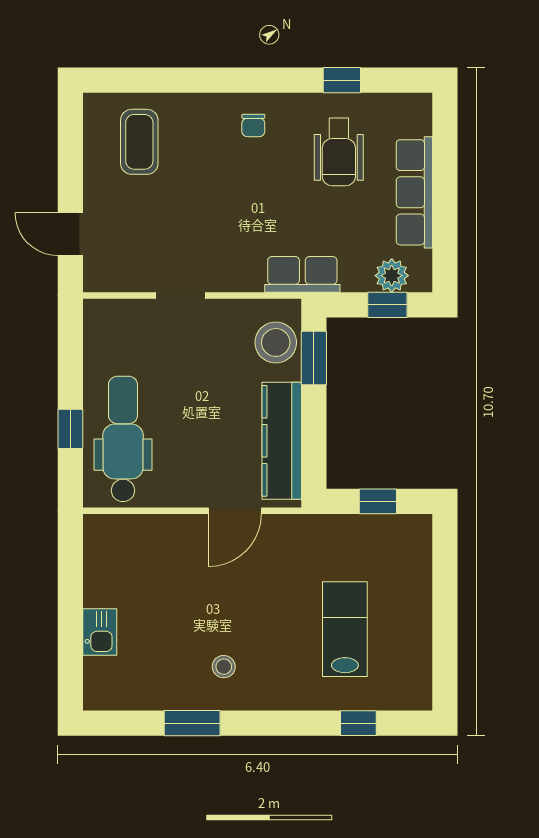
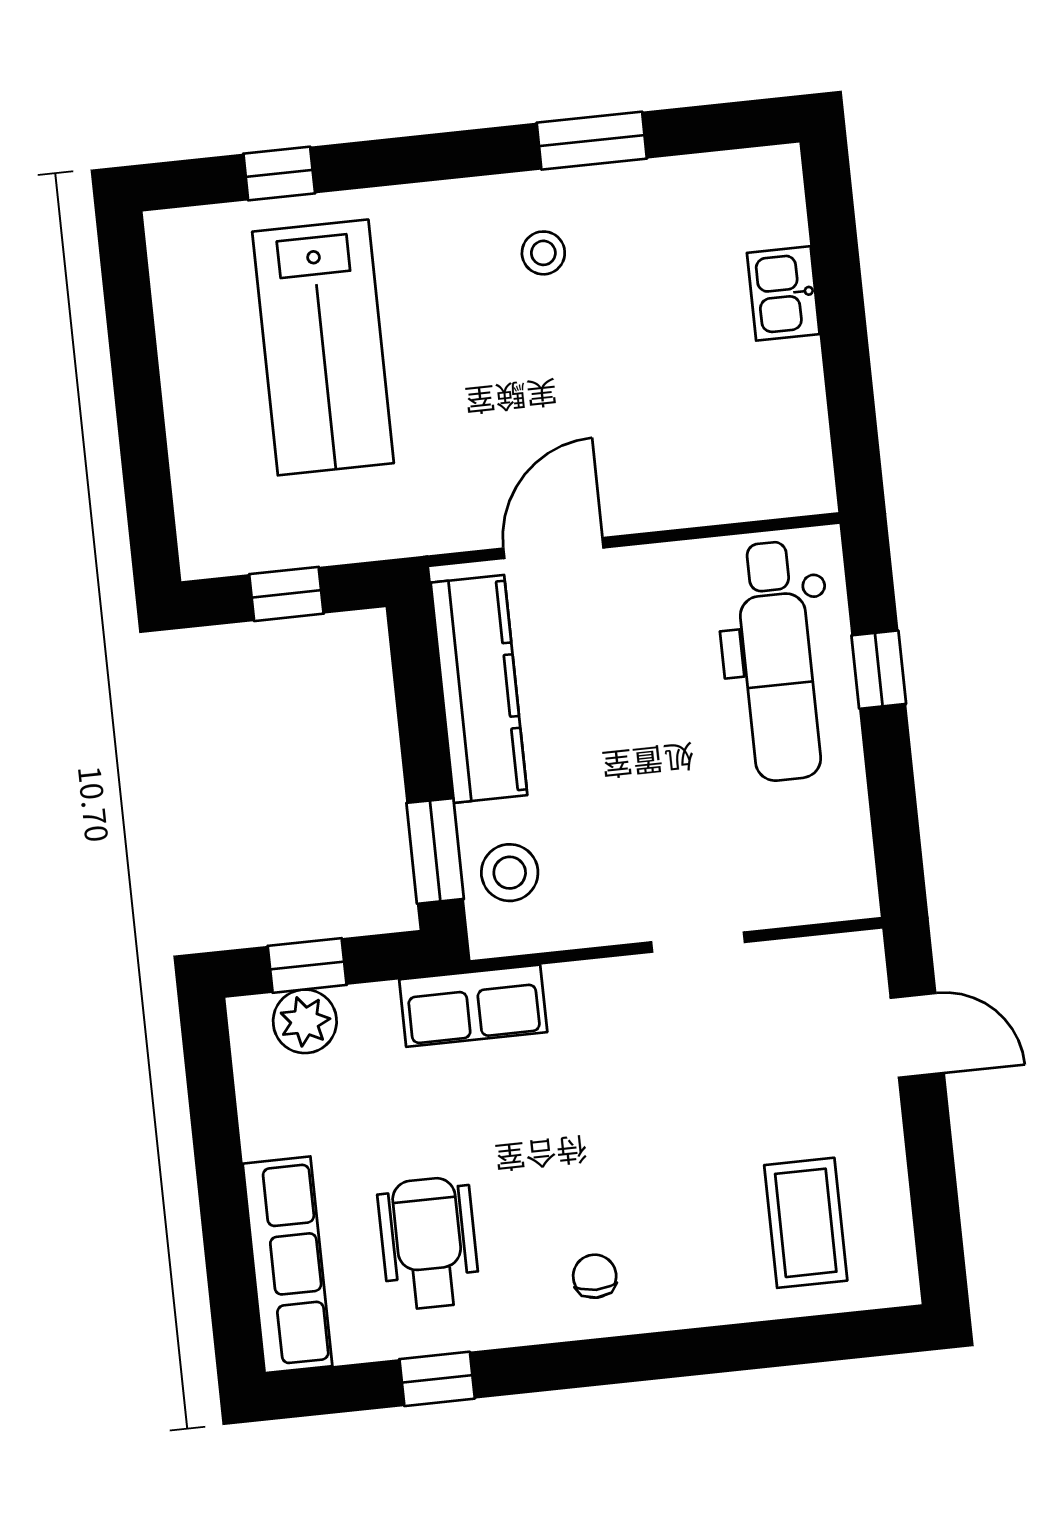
row of seats: (414, 192) -> (288, 1265), moved
stool: (276, 342) -> (510, 873), width x0.73, depth x0.73
lab bench: (345, 629) -> (323, 347), width x1.36, depth x1.39

